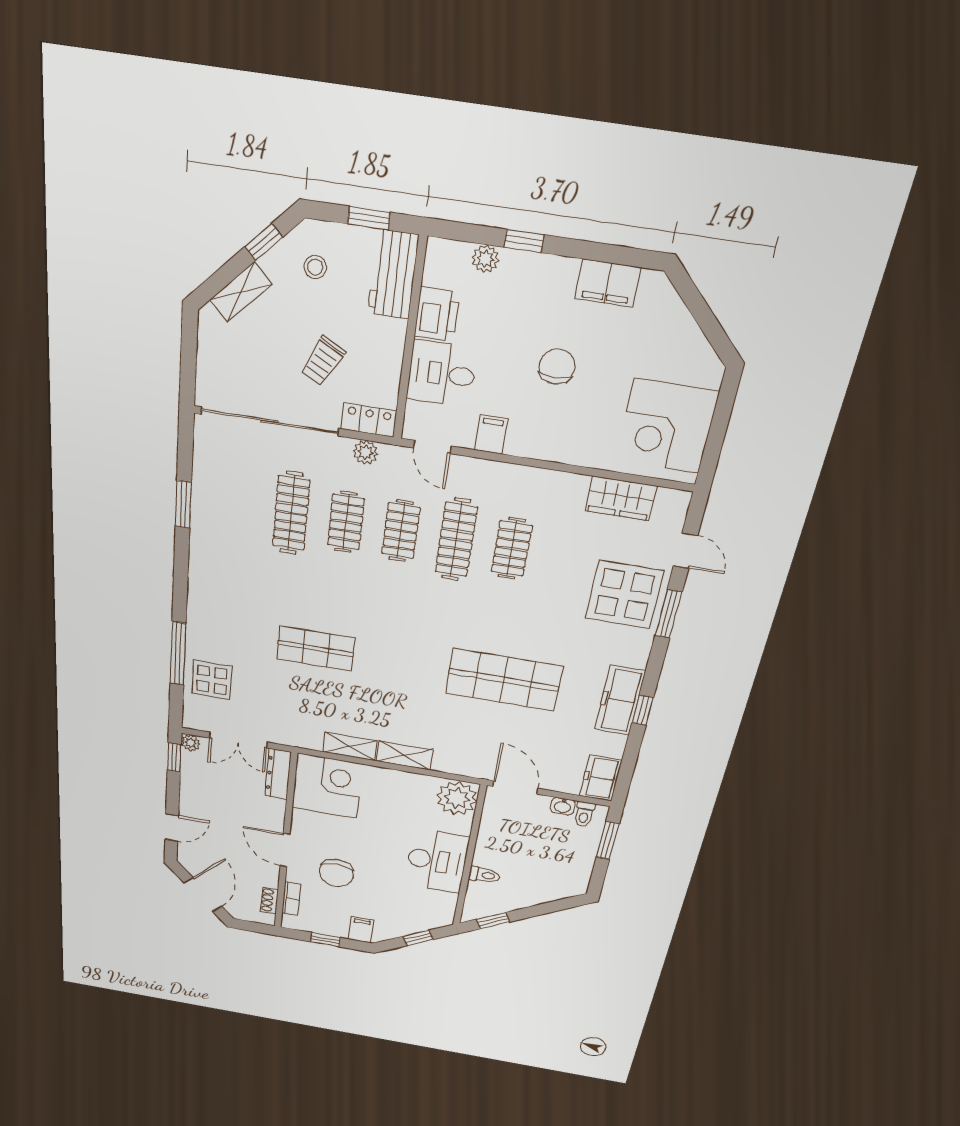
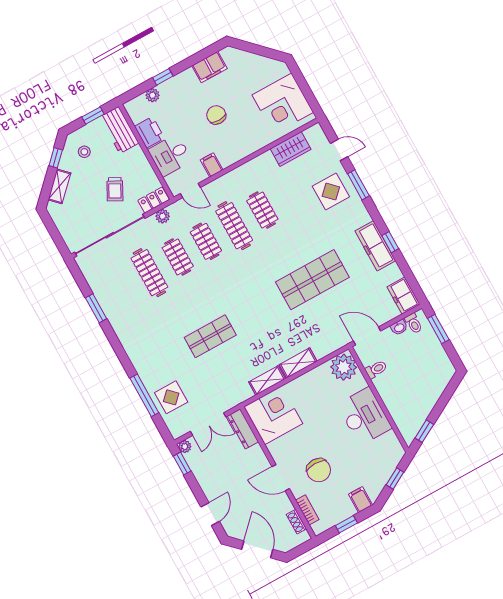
display table: (624, 595) -> (331, 192), width x0.73, depth x0.73
toilet: (484, 875) -> (376, 369), moved

